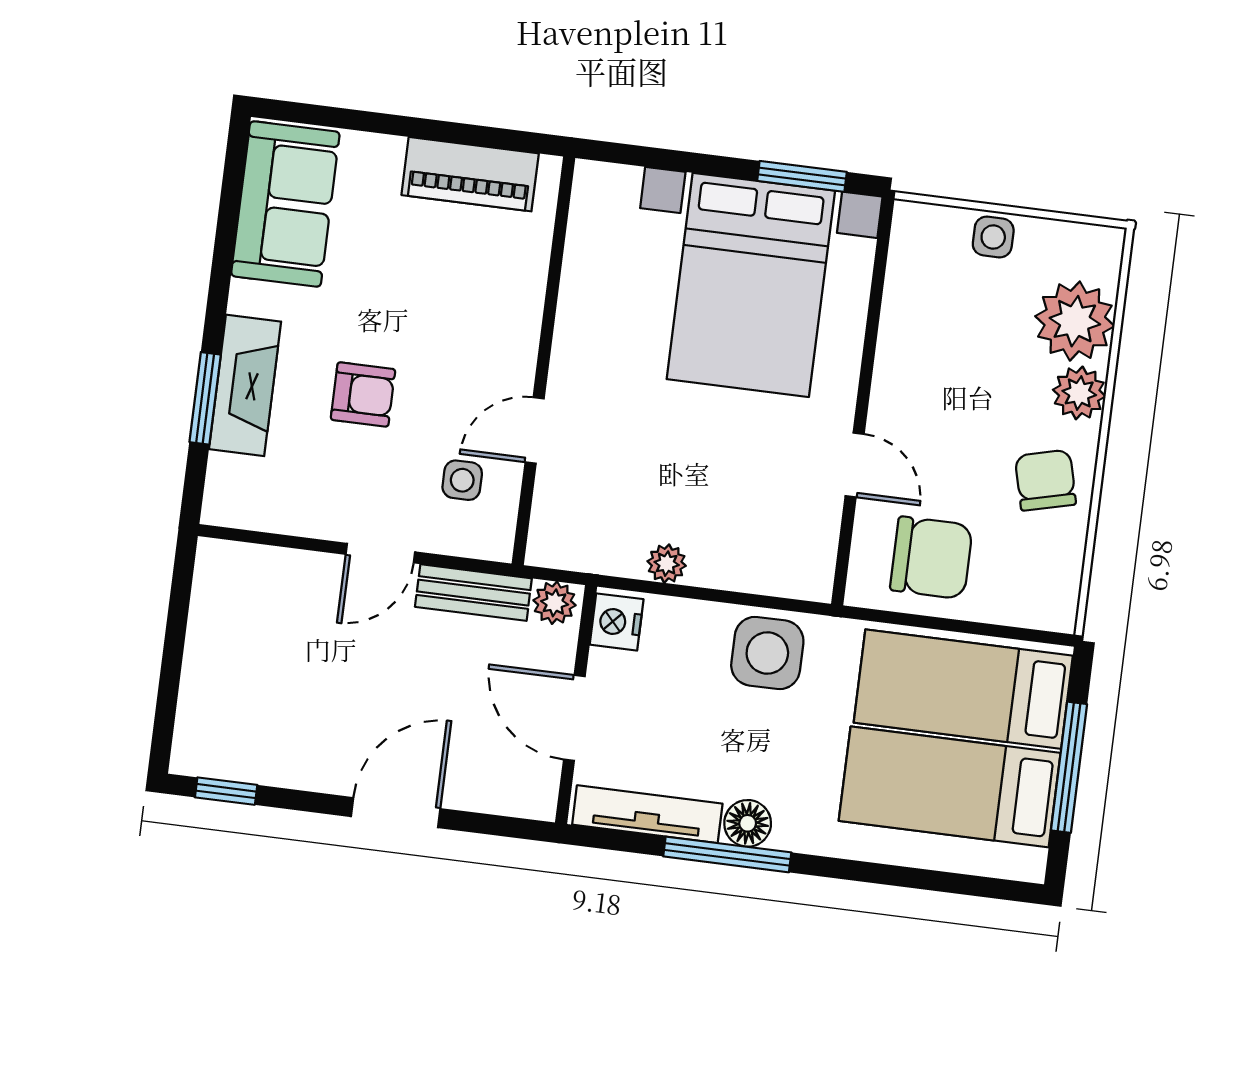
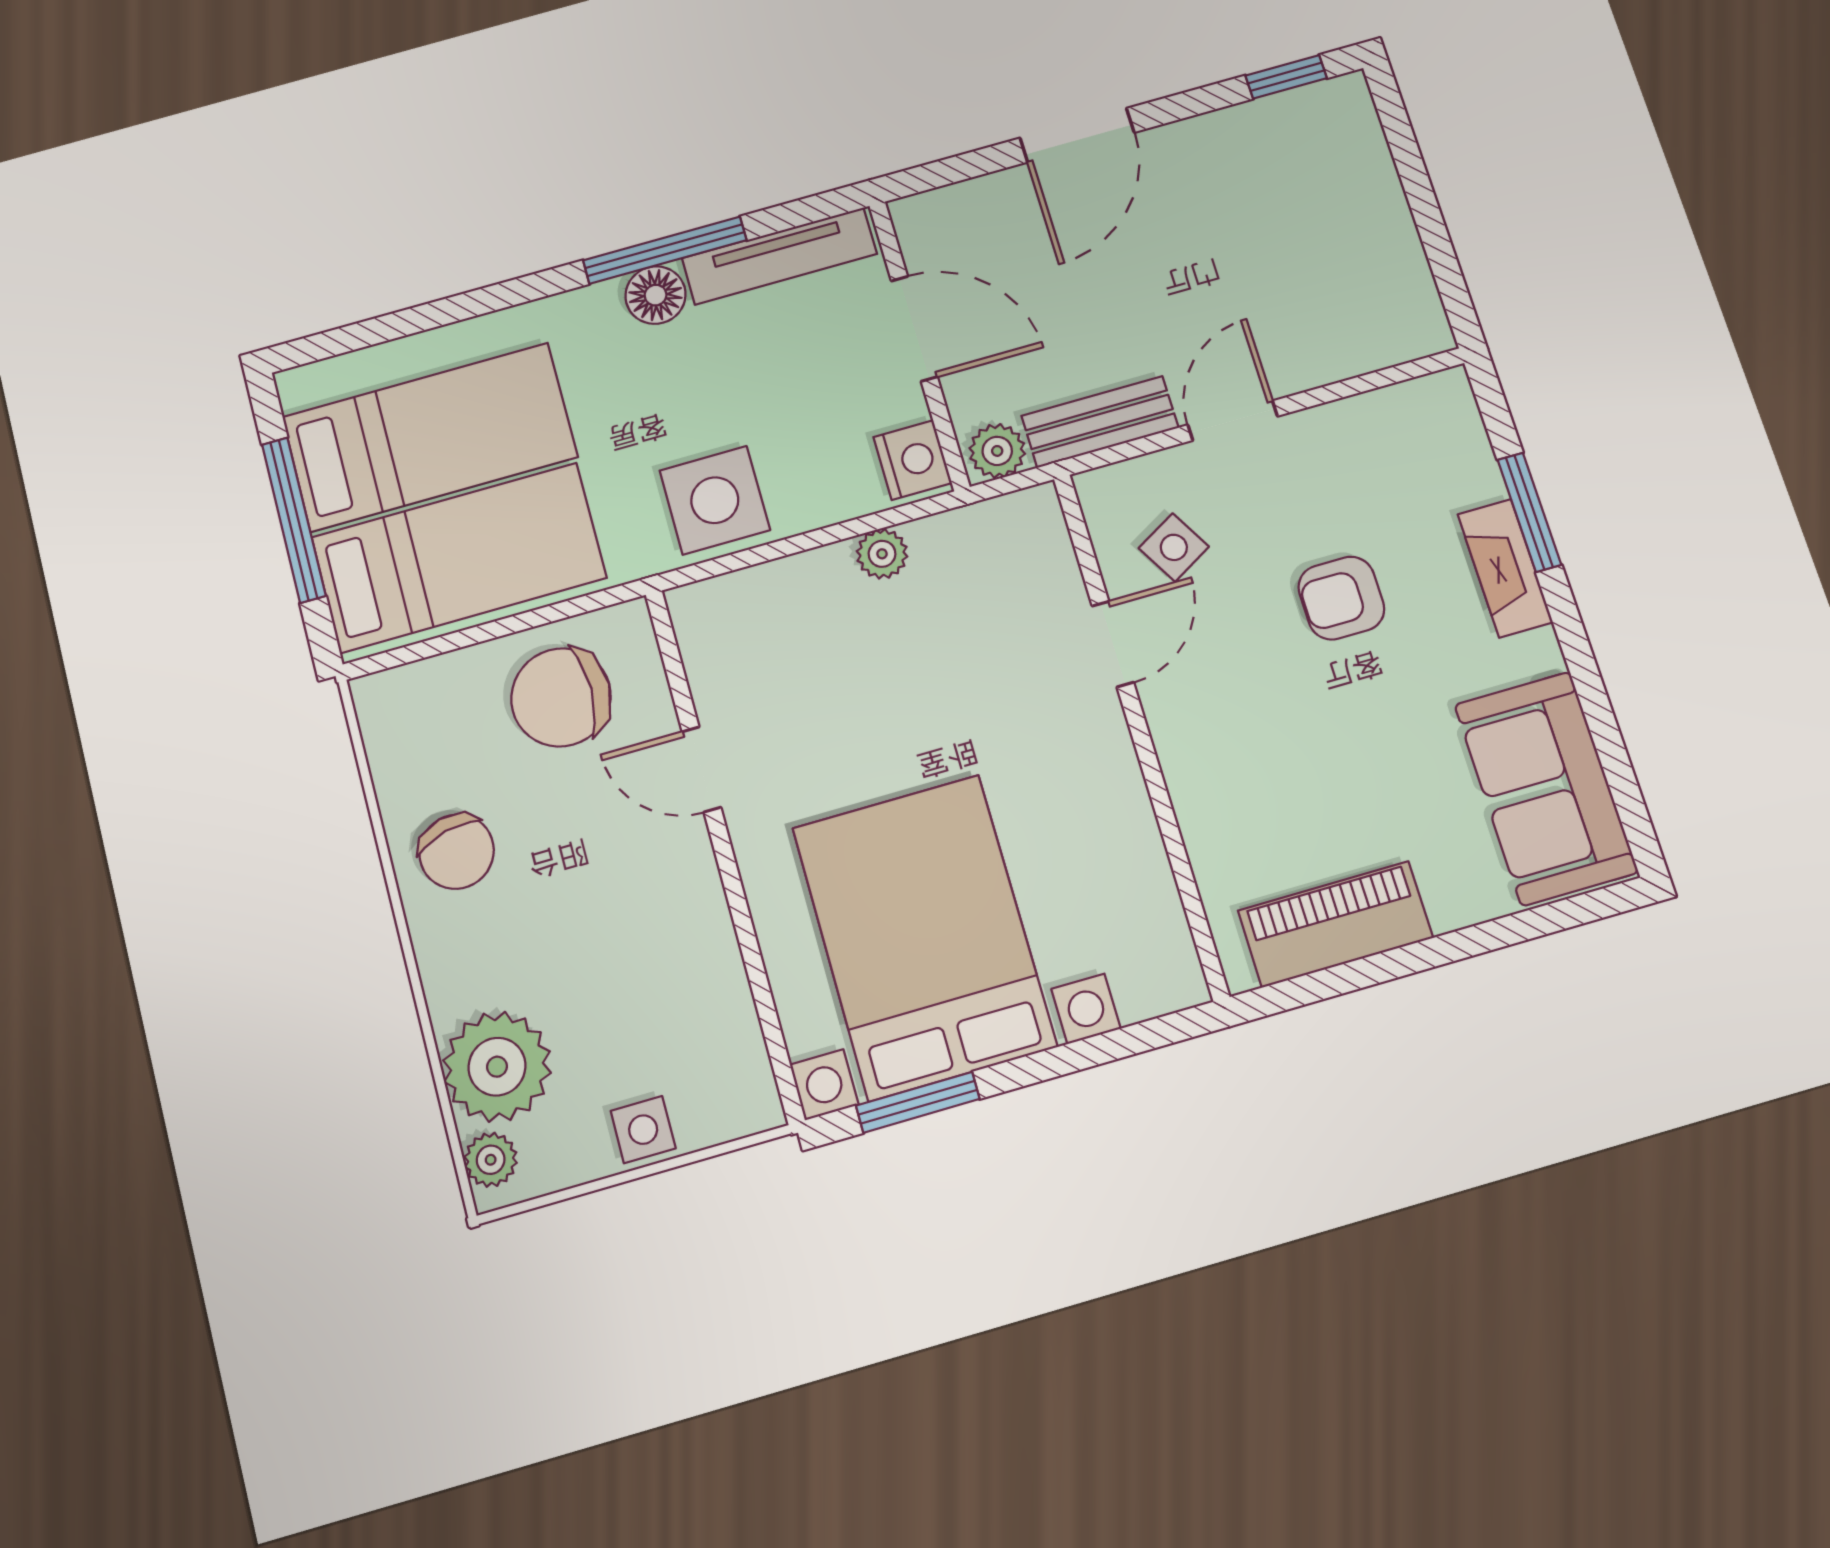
fireplace: (245, 385) -> (1505, 568), width x0.73, depth x0.76
plant: (1079, 393) -> (491, 1160), moved, width x0.73, depth x0.73
side table: (462, 480) -> (1174, 547), turned -30

